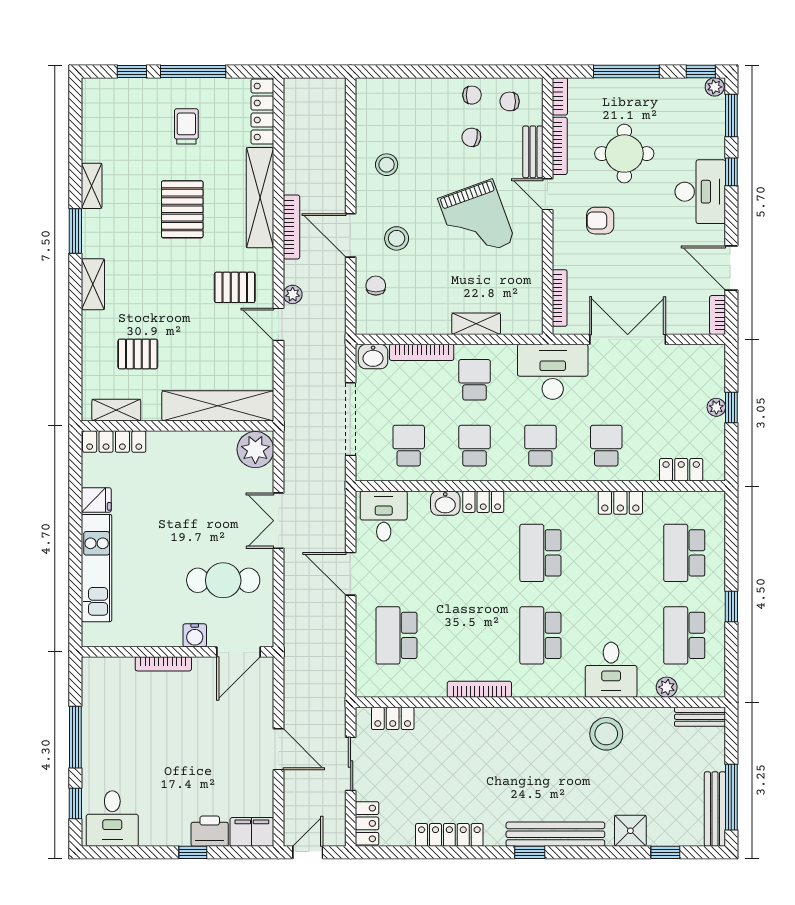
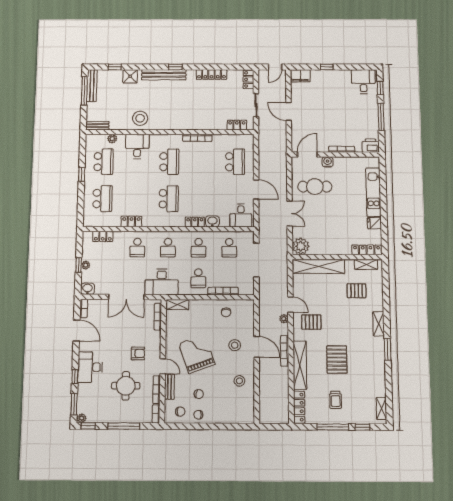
shelving: (92, 186) -> (381, 408), moved
chair: (376, 286) -> (226, 312), moved
shelving: (476, 324) -> (177, 304), moved
washbasin: (373, 357) -> (87, 289), moved
printer: (210, 831) -> (371, 146), moved, turned 180

